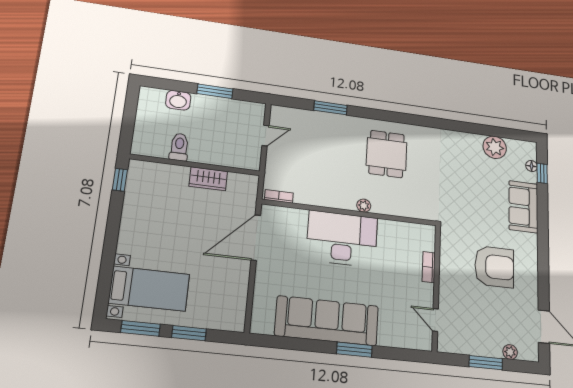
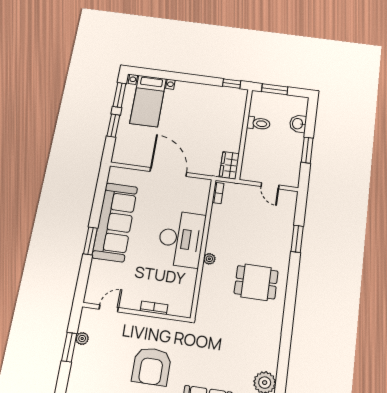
window: (128, 126) -> (275, 89), added
wardrobe: (208, 179) -> (229, 165), moved
door: (256, 238) -> (168, 172), moved
plant: (510, 352) -> (82, 339), moved

